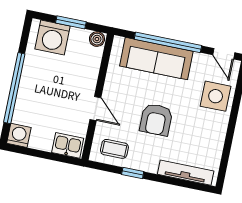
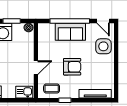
sofa: (156, 59) -> (70, 32), width x0.73
door: (95, 109) -> (36, 68), hinge flipped
armchair: (156, 120) -> (72, 67), turned -90

